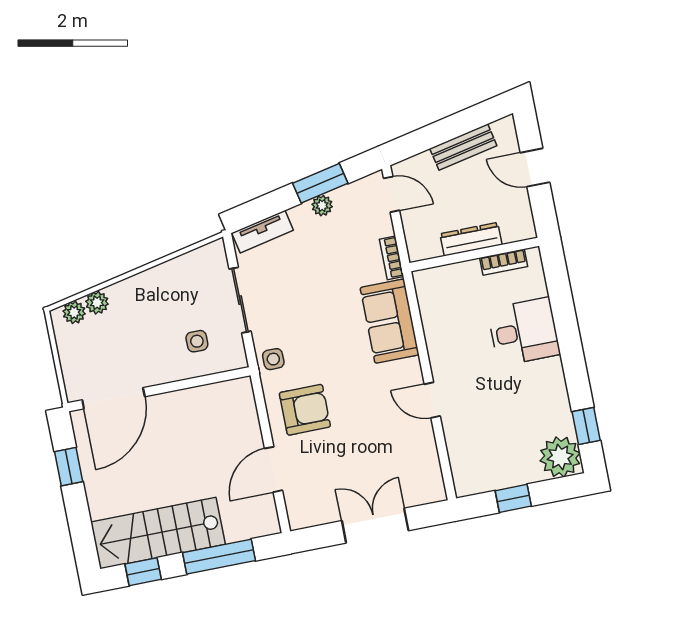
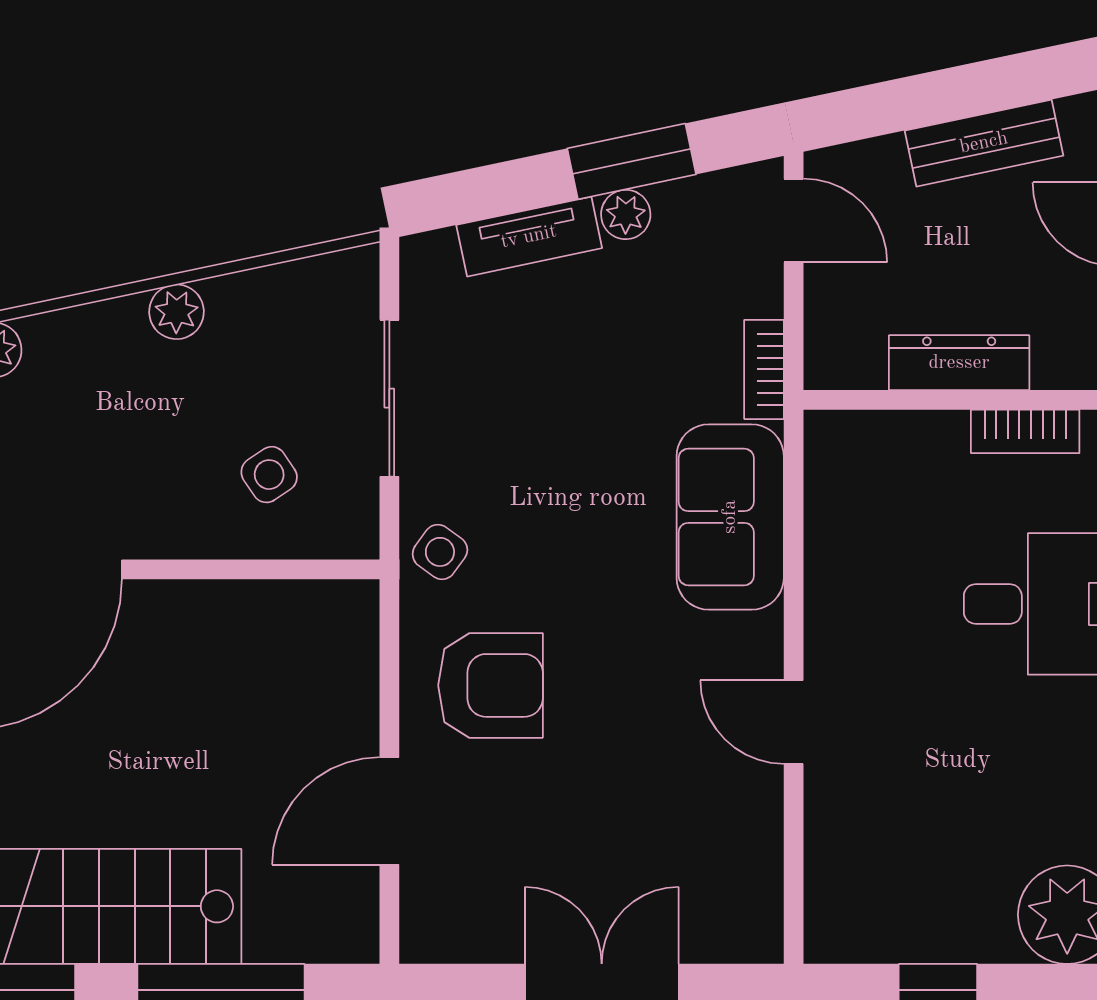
tv unit: (263, 232) -> (529, 237), moved
plant: (97, 303) -> (177, 312), moved
side table: (197, 341) -> (269, 475), turned -34
side table: (273, 359) -> (440, 552), turned 36

